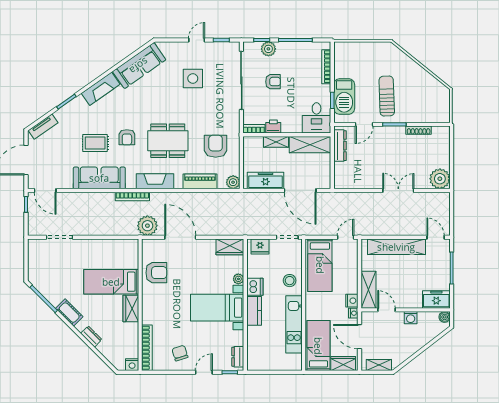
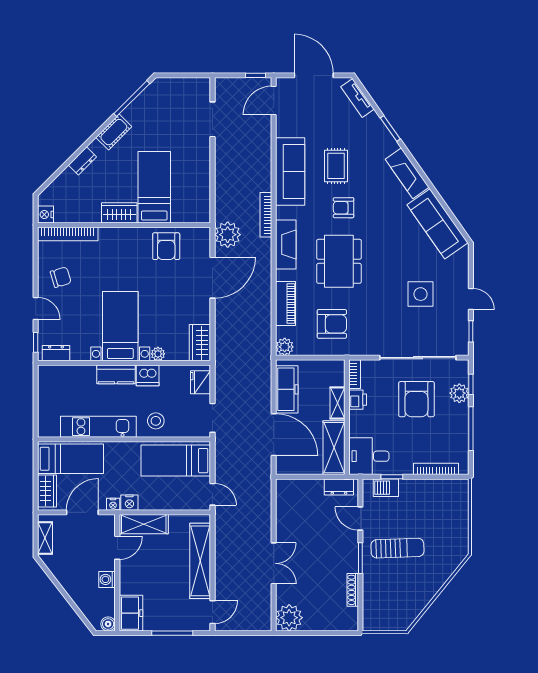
armchair: (273, 82) -> (416, 399), width x1.88, depth x1.88
barbecue: (344, 96) -> (386, 488), width x0.53, depth x0.65
dresser: (340, 146) -> (339, 487), width x0.70
door: (300, 191) -> (274, 435), swing flipped

